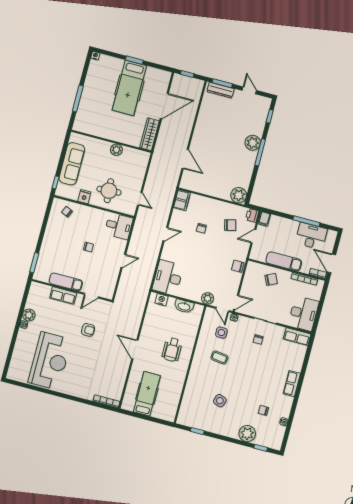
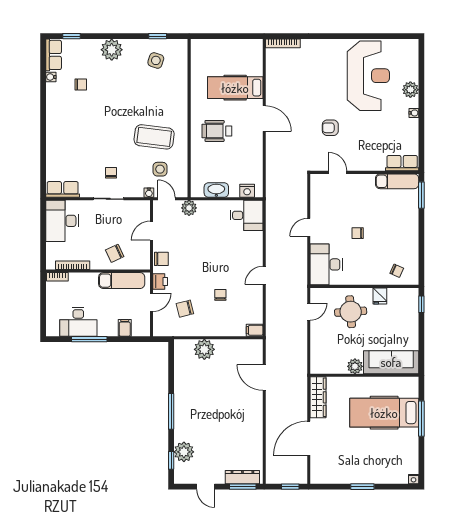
hospital bed: (129, 88) -> (384, 413), moved, turned -90
plant: (253, 143) -> (184, 452), moved
sofa: (72, 164) -> (391, 362), moved, turned 90
plant: (239, 195) -> (204, 349), moved
door: (140, 199) -> (309, 312), swing flipped
filing cabinet: (182, 200) -> (255, 330), width x0.50
printer: (252, 215) -> (160, 282), moved
filing cabinet: (264, 219) -> (125, 328), moved
desk: (119, 226) -> (326, 264), width x1.37
exam couch: (284, 261) -> (122, 281), moved
door: (332, 263) -> (43, 294), removed
desk: (168, 278) -> (246, 215), width x0.73
exam couch: (66, 282) -> (397, 181), moved
row of seats: (63, 295) -> (402, 163), moved
door: (91, 296) -> (338, 172), hinge flipped
door: (236, 302) -> (152, 231), moved
plant: (29, 315) -> (410, 90), moved
wheelchair: (172, 350) -> (217, 131), turned -90
coffee table: (219, 357) -> (154, 137), width x1.86, depth x1.72
reception desk: (50, 361) -> (368, 76), turned 180
row of seats: (292, 384) -> (54, 55), moved
hospital bed: (147, 394) -> (235, 88), moved, turned 90
side table: (220, 401) -> (156, 60), moved
plant: (247, 434) -> (112, 50), moved

